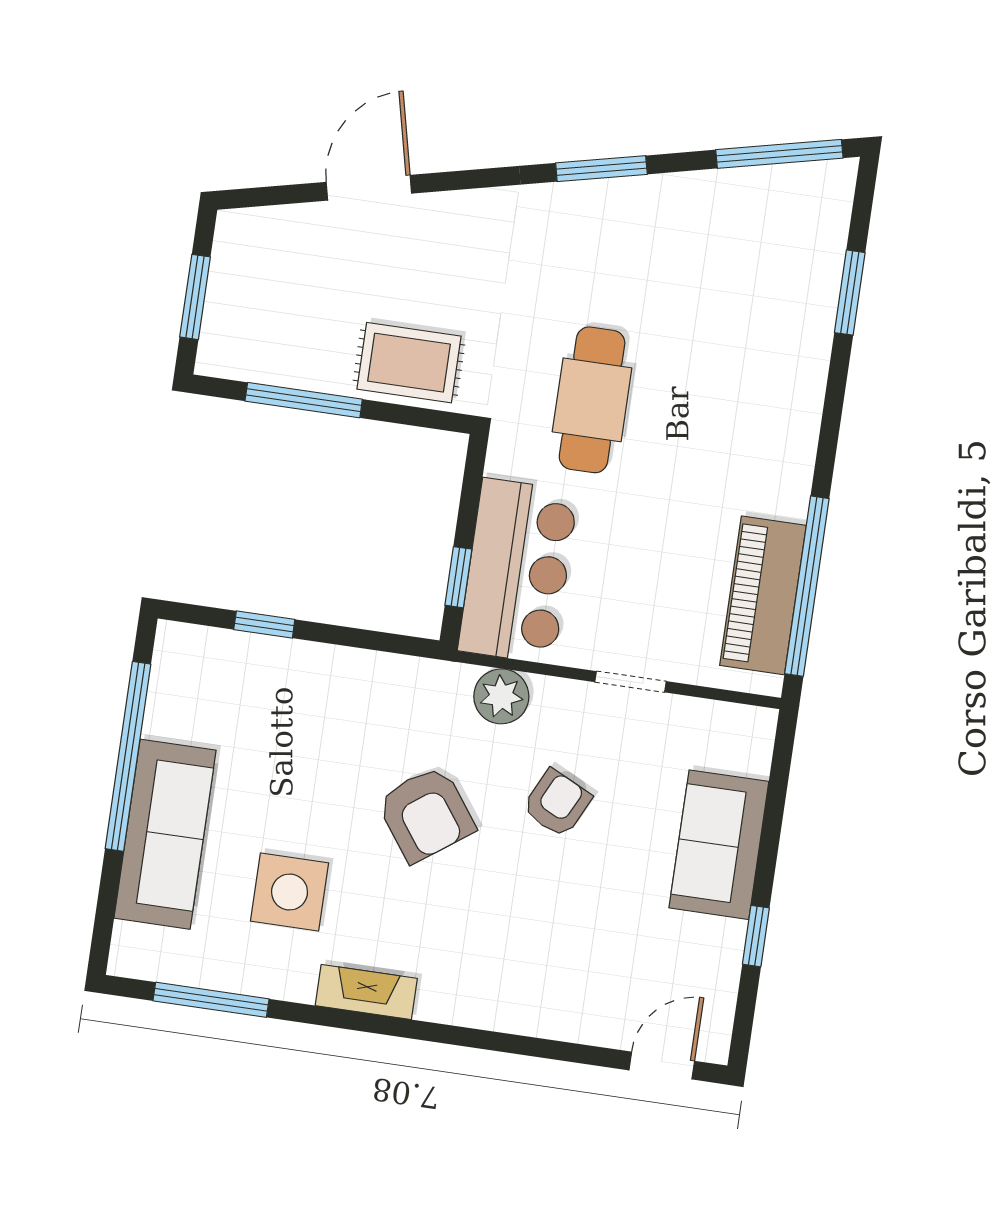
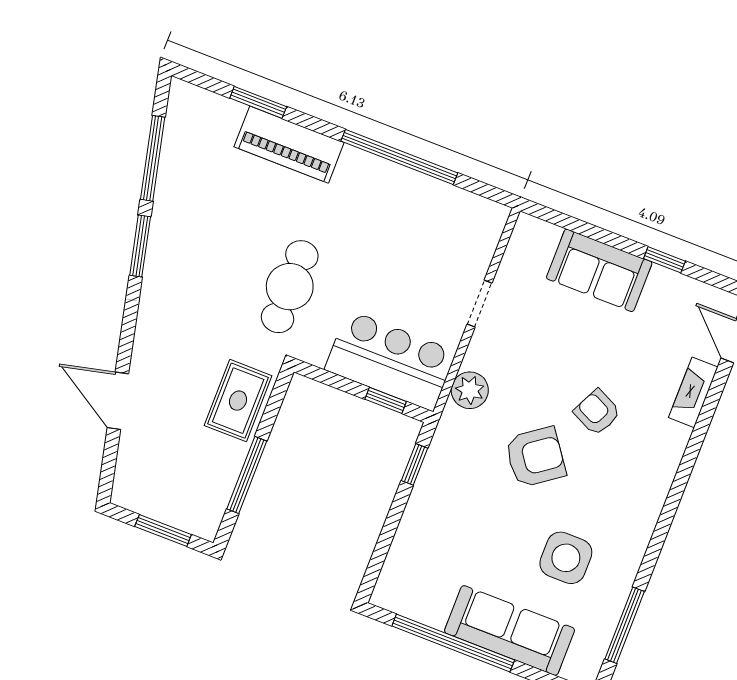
window: (779, 154) -> (153, 158), moved
cafe table: (592, 400) -> (290, 287), turned 90
window: (807, 586) -> (399, 157), moved
piano: (763, 595) -> (289, 145), moved
window: (264, 624) -> (415, 464), moved
armchair: (557, 803) -> (597, 412), moved
fireplace: (366, 992) -> (693, 392), moved

